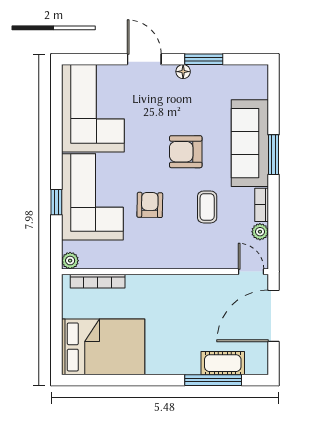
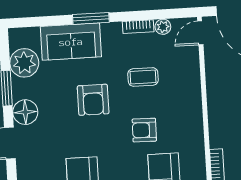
floor lamp: (183, 72) -> (25, 112), width x1.89, depth x1.89
plant: (230, 80) -> (24, 63), added
sofa: (250, 143) -> (71, 42), width x0.73

